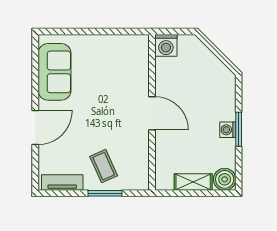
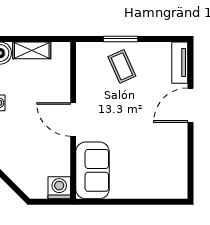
sofa: (55, 72) -> (92, 170), moved, turned 180
tv unit: (62, 183) -> (180, 63), moved, turned 90

